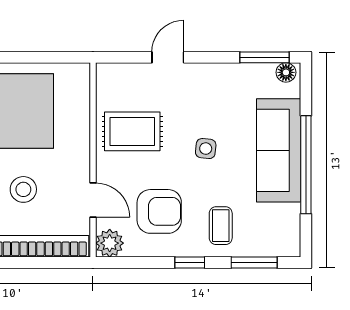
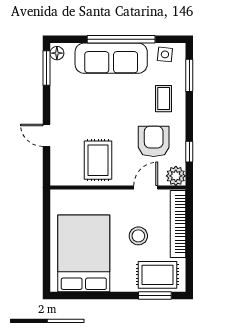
side table: (206, 149) -> (165, 54), moved
coffee table: (221, 226) -> (164, 99), turned 90
window: (190, 262) -> (189, 152), moved

